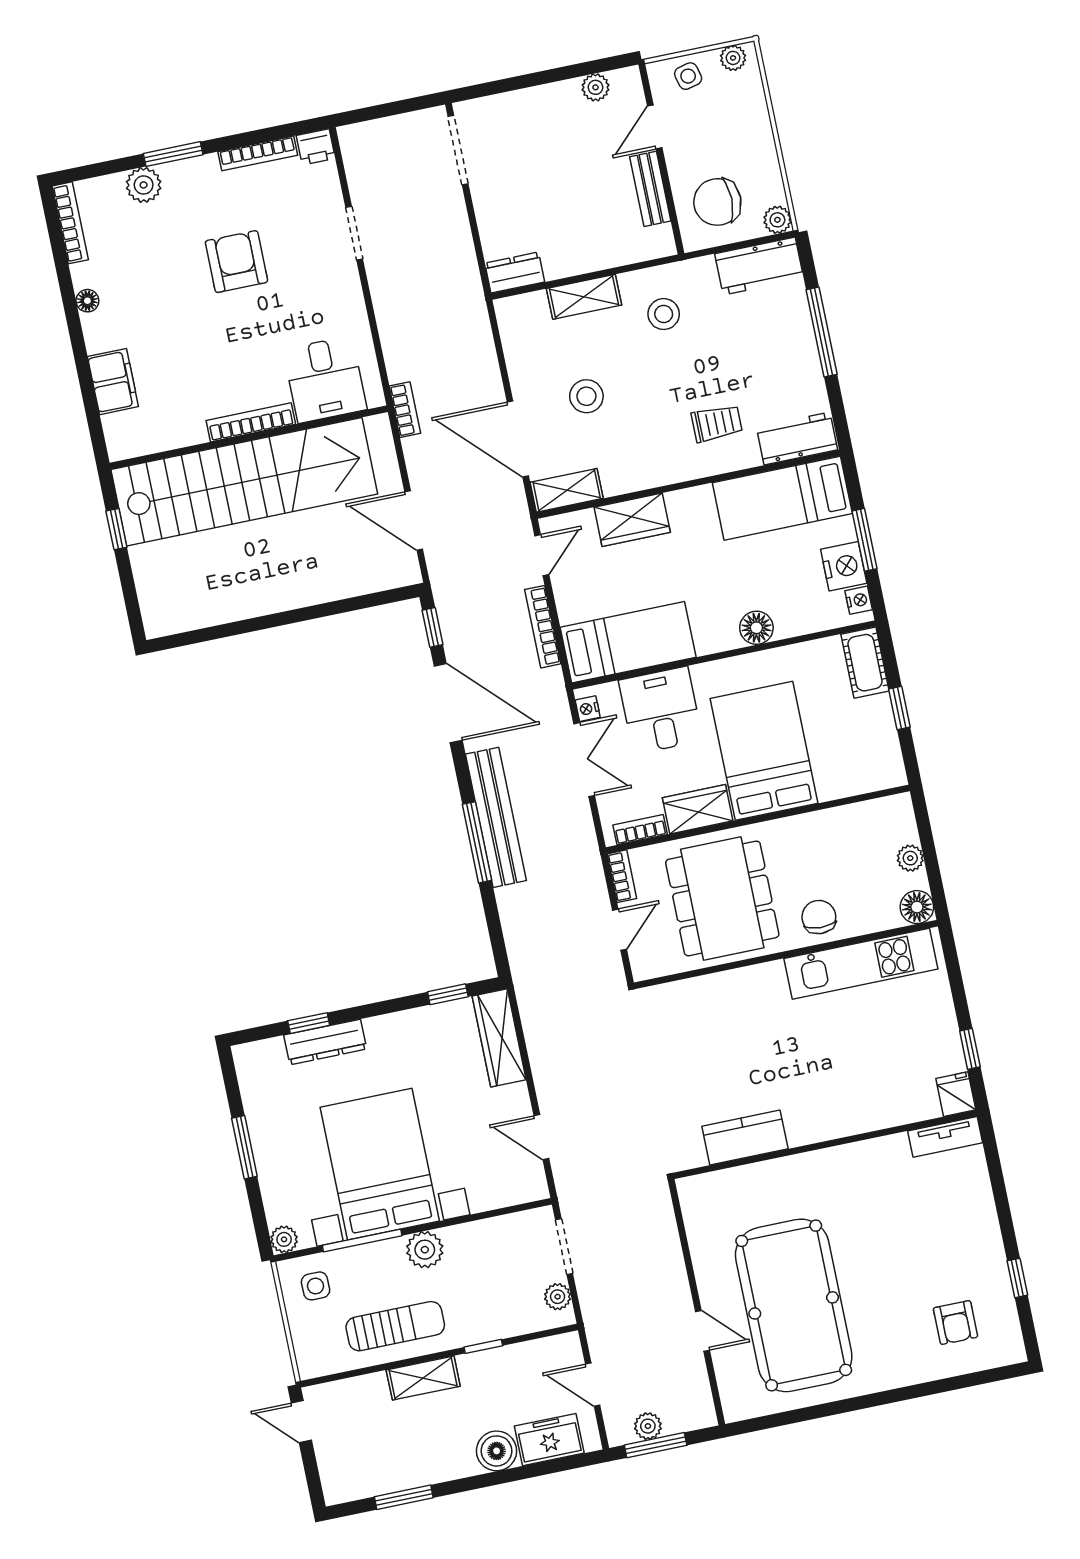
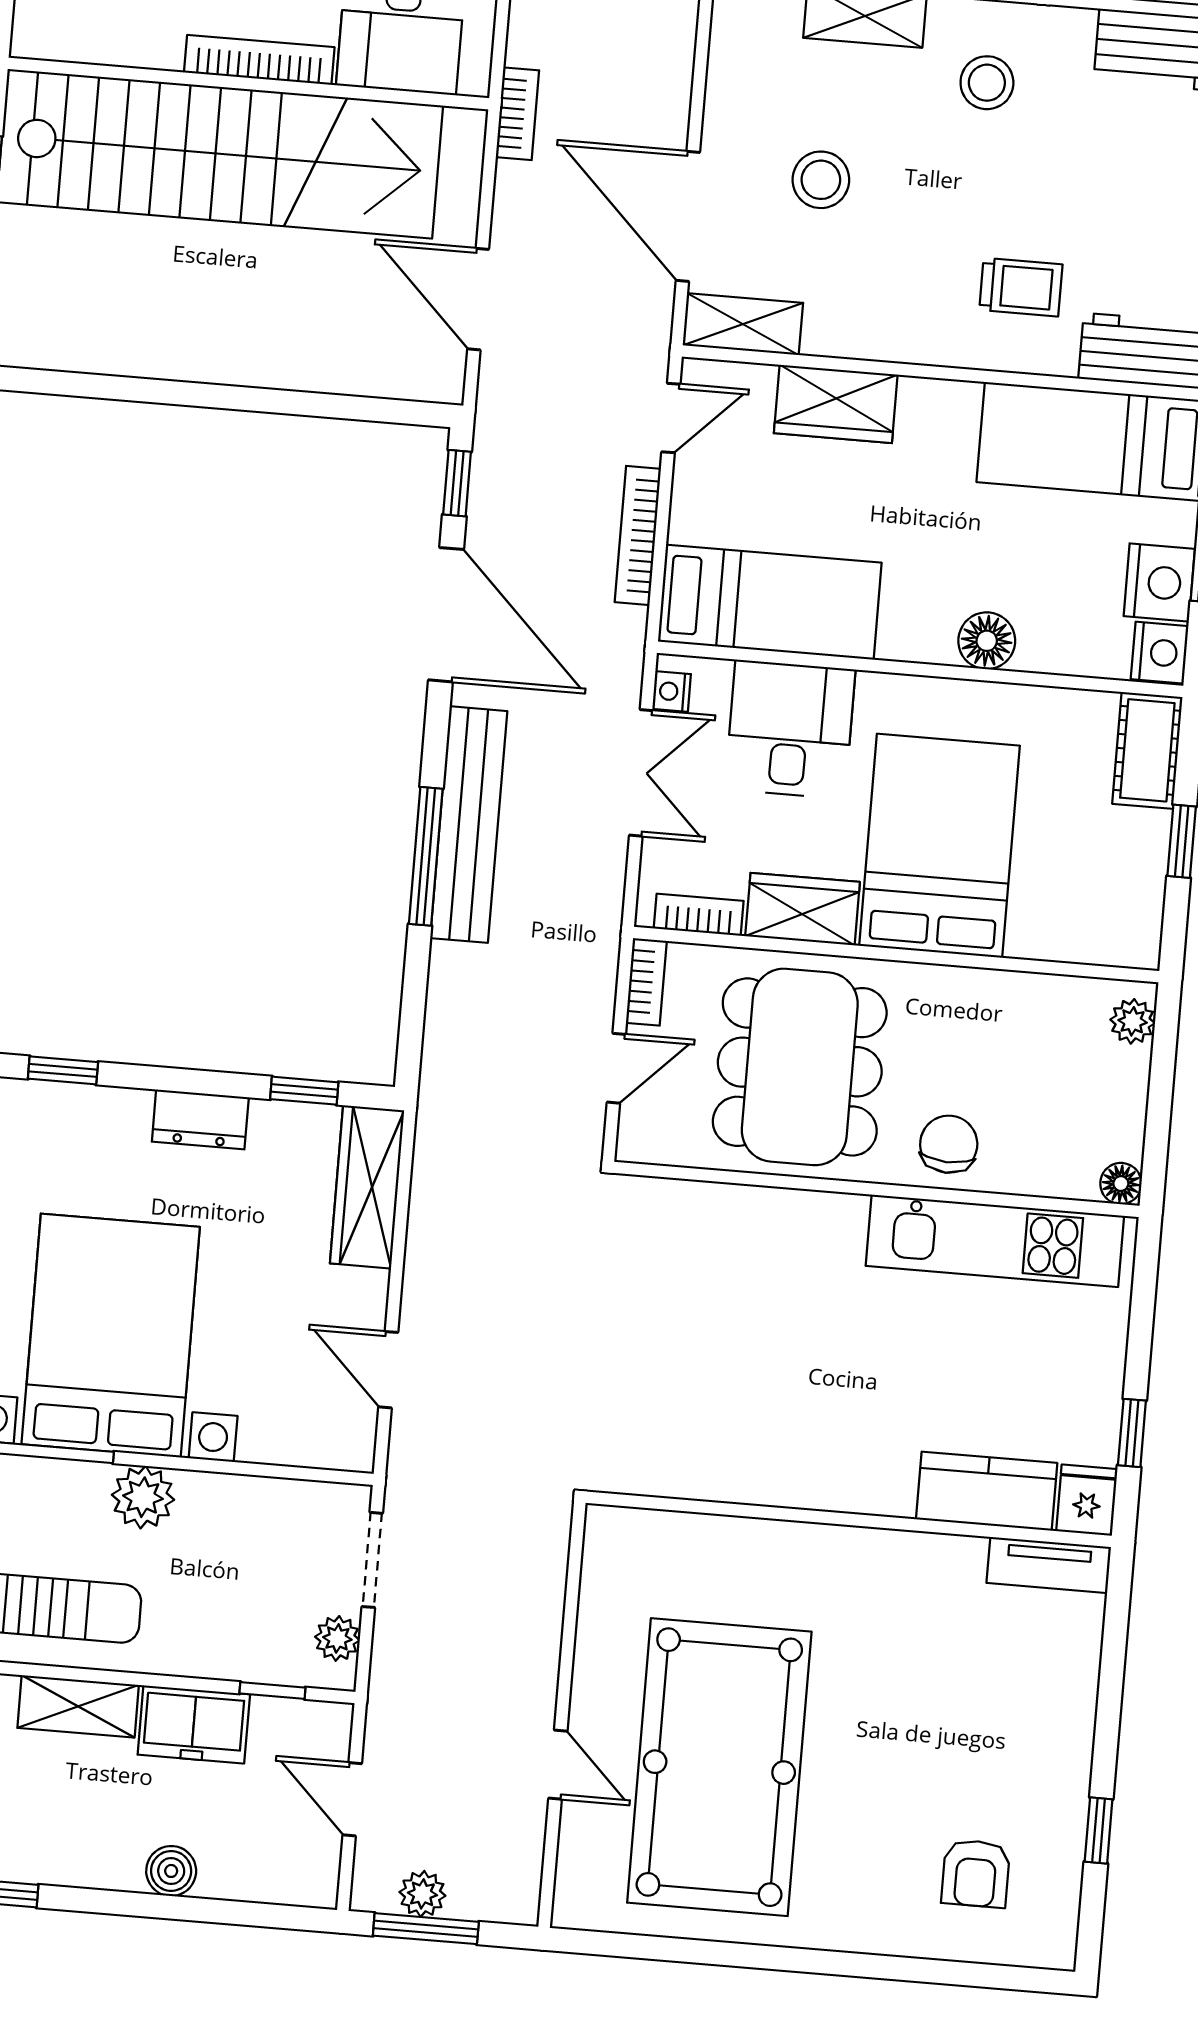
nightstand: (859, 600) -> (1160, 653), width x1.39, depth x1.35
plant: (910, 858) -> (1133, 1021), moved
floor lamp: (917, 907) -> (1121, 1184), width x0.73, depth x0.73
dresser: (325, 1042) -> (200, 1119), moved, width x0.70
kitchen counter: (745, 1137) -> (987, 1491), moved
window: (483, 1346) -> (272, 1691), moved
freezer: (549, 1440) -> (194, 1724), moved, turned 180
boiler: (497, 1451) -> (171, 1871), width x0.73, depth x0.73

